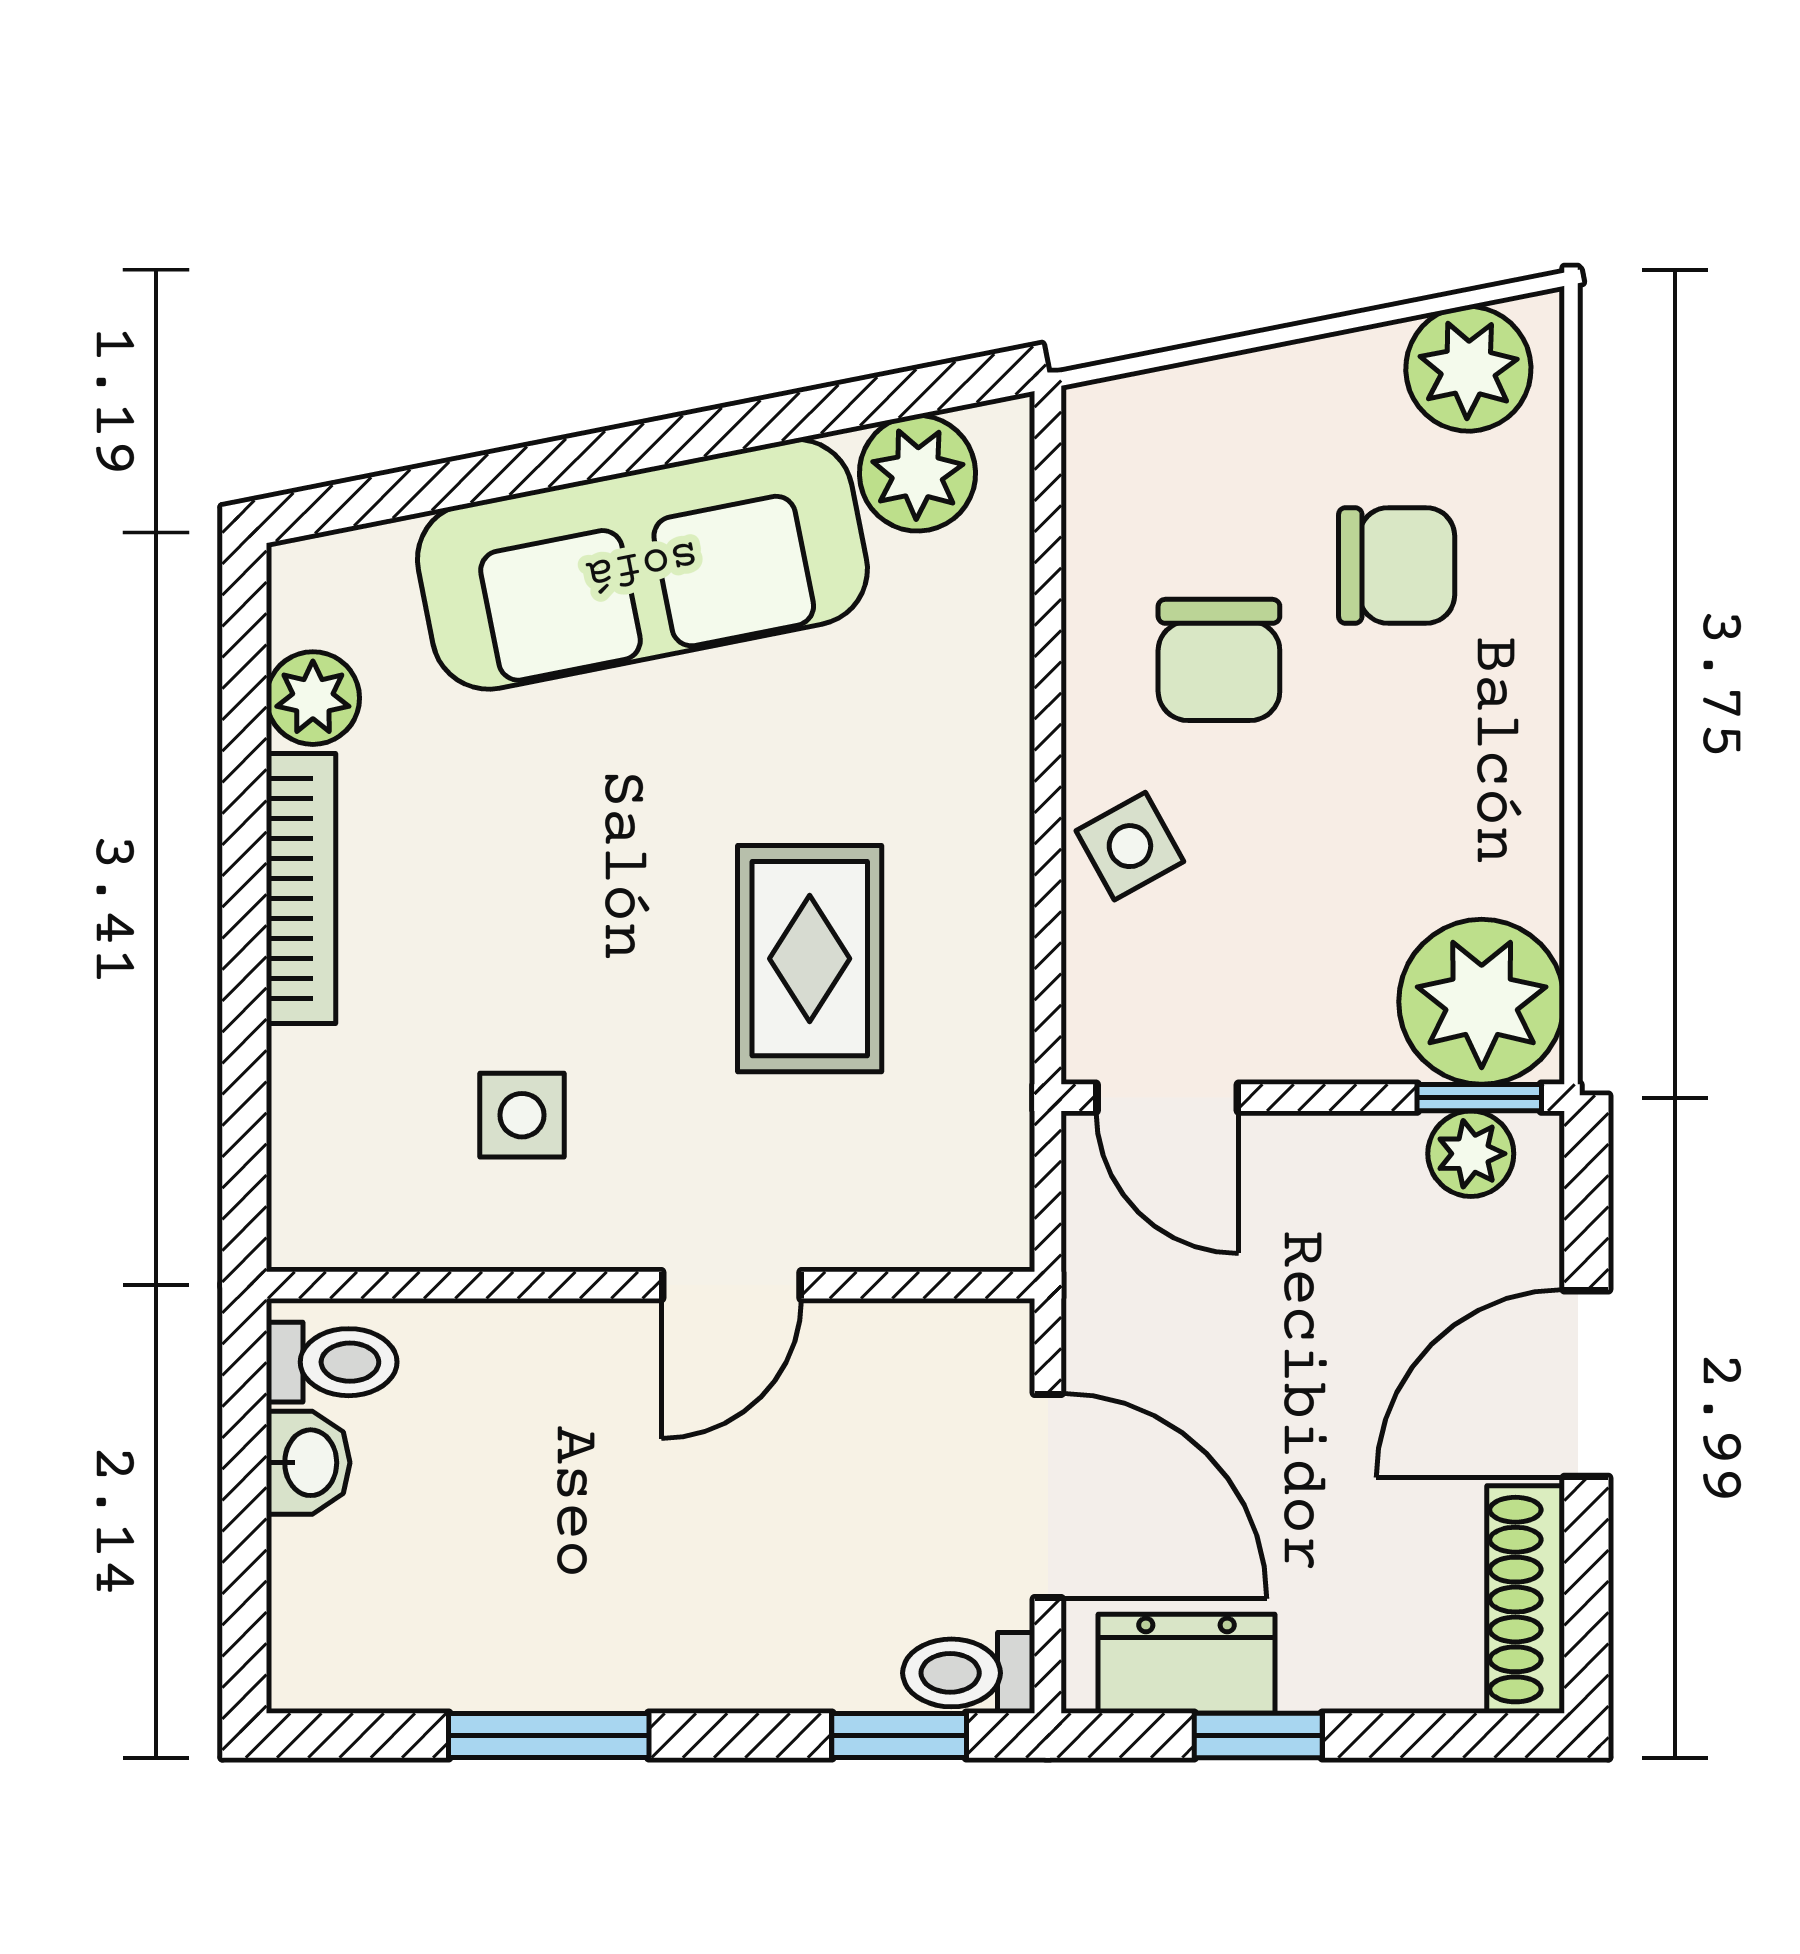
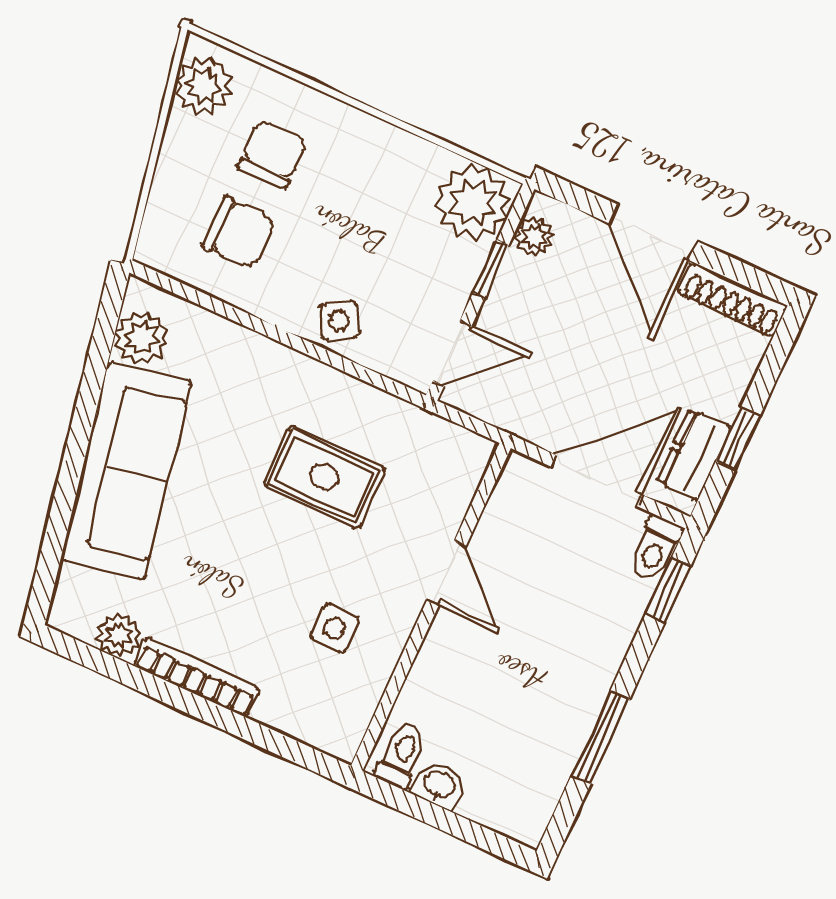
chair: (1219, 660) -> (239, 233), moved
window: (1479, 1098) -> (491, 269), moved

